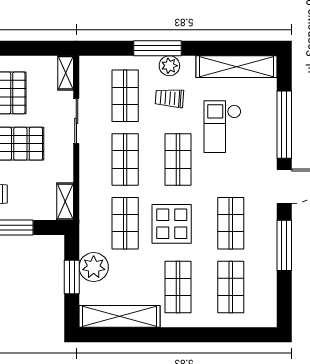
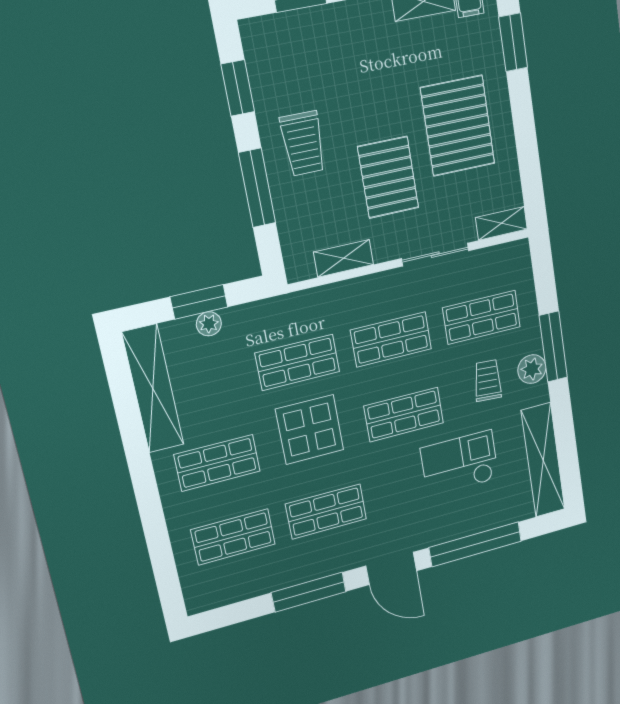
shelving: (65, 202) -> (344, 258), moved
plant: (94, 267) -> (209, 324), width x0.53, depth x0.53

